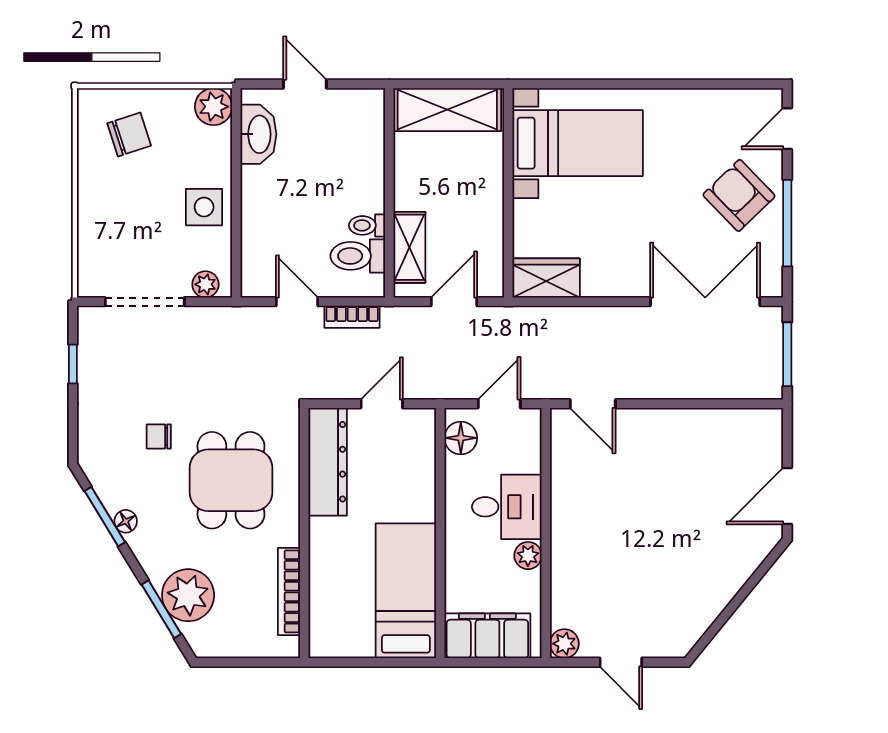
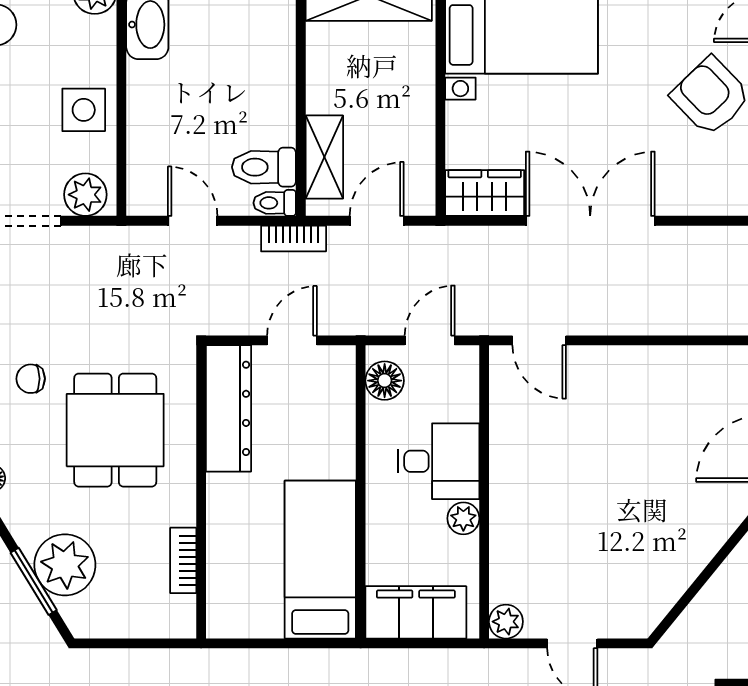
toilet: (367, 225) -> (275, 203), moved
plant: (205, 284) -> (85, 195), width x1.38, depth x1.38
double door: (705, 302) -> (590, 221), moved
bookcase: (352, 317) -> (294, 238), moved
bookcase: (289, 591) -> (183, 560), width x0.64

